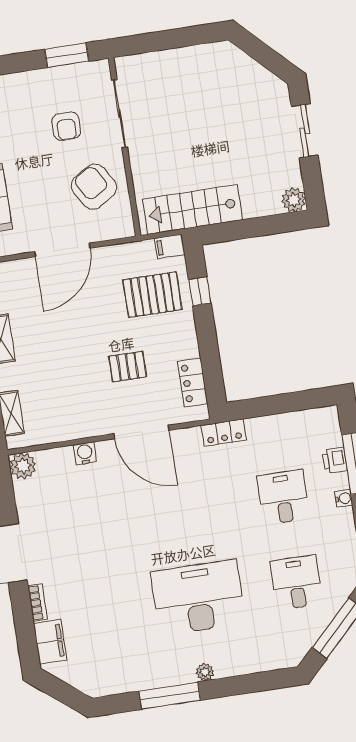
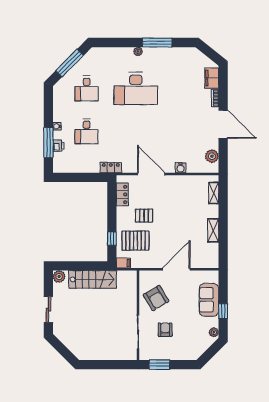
stairs: (192, 209) -> (93, 279), moved
pallet: (128, 367) -> (144, 216), moved
plant: (23, 466) -> (212, 156), moved

